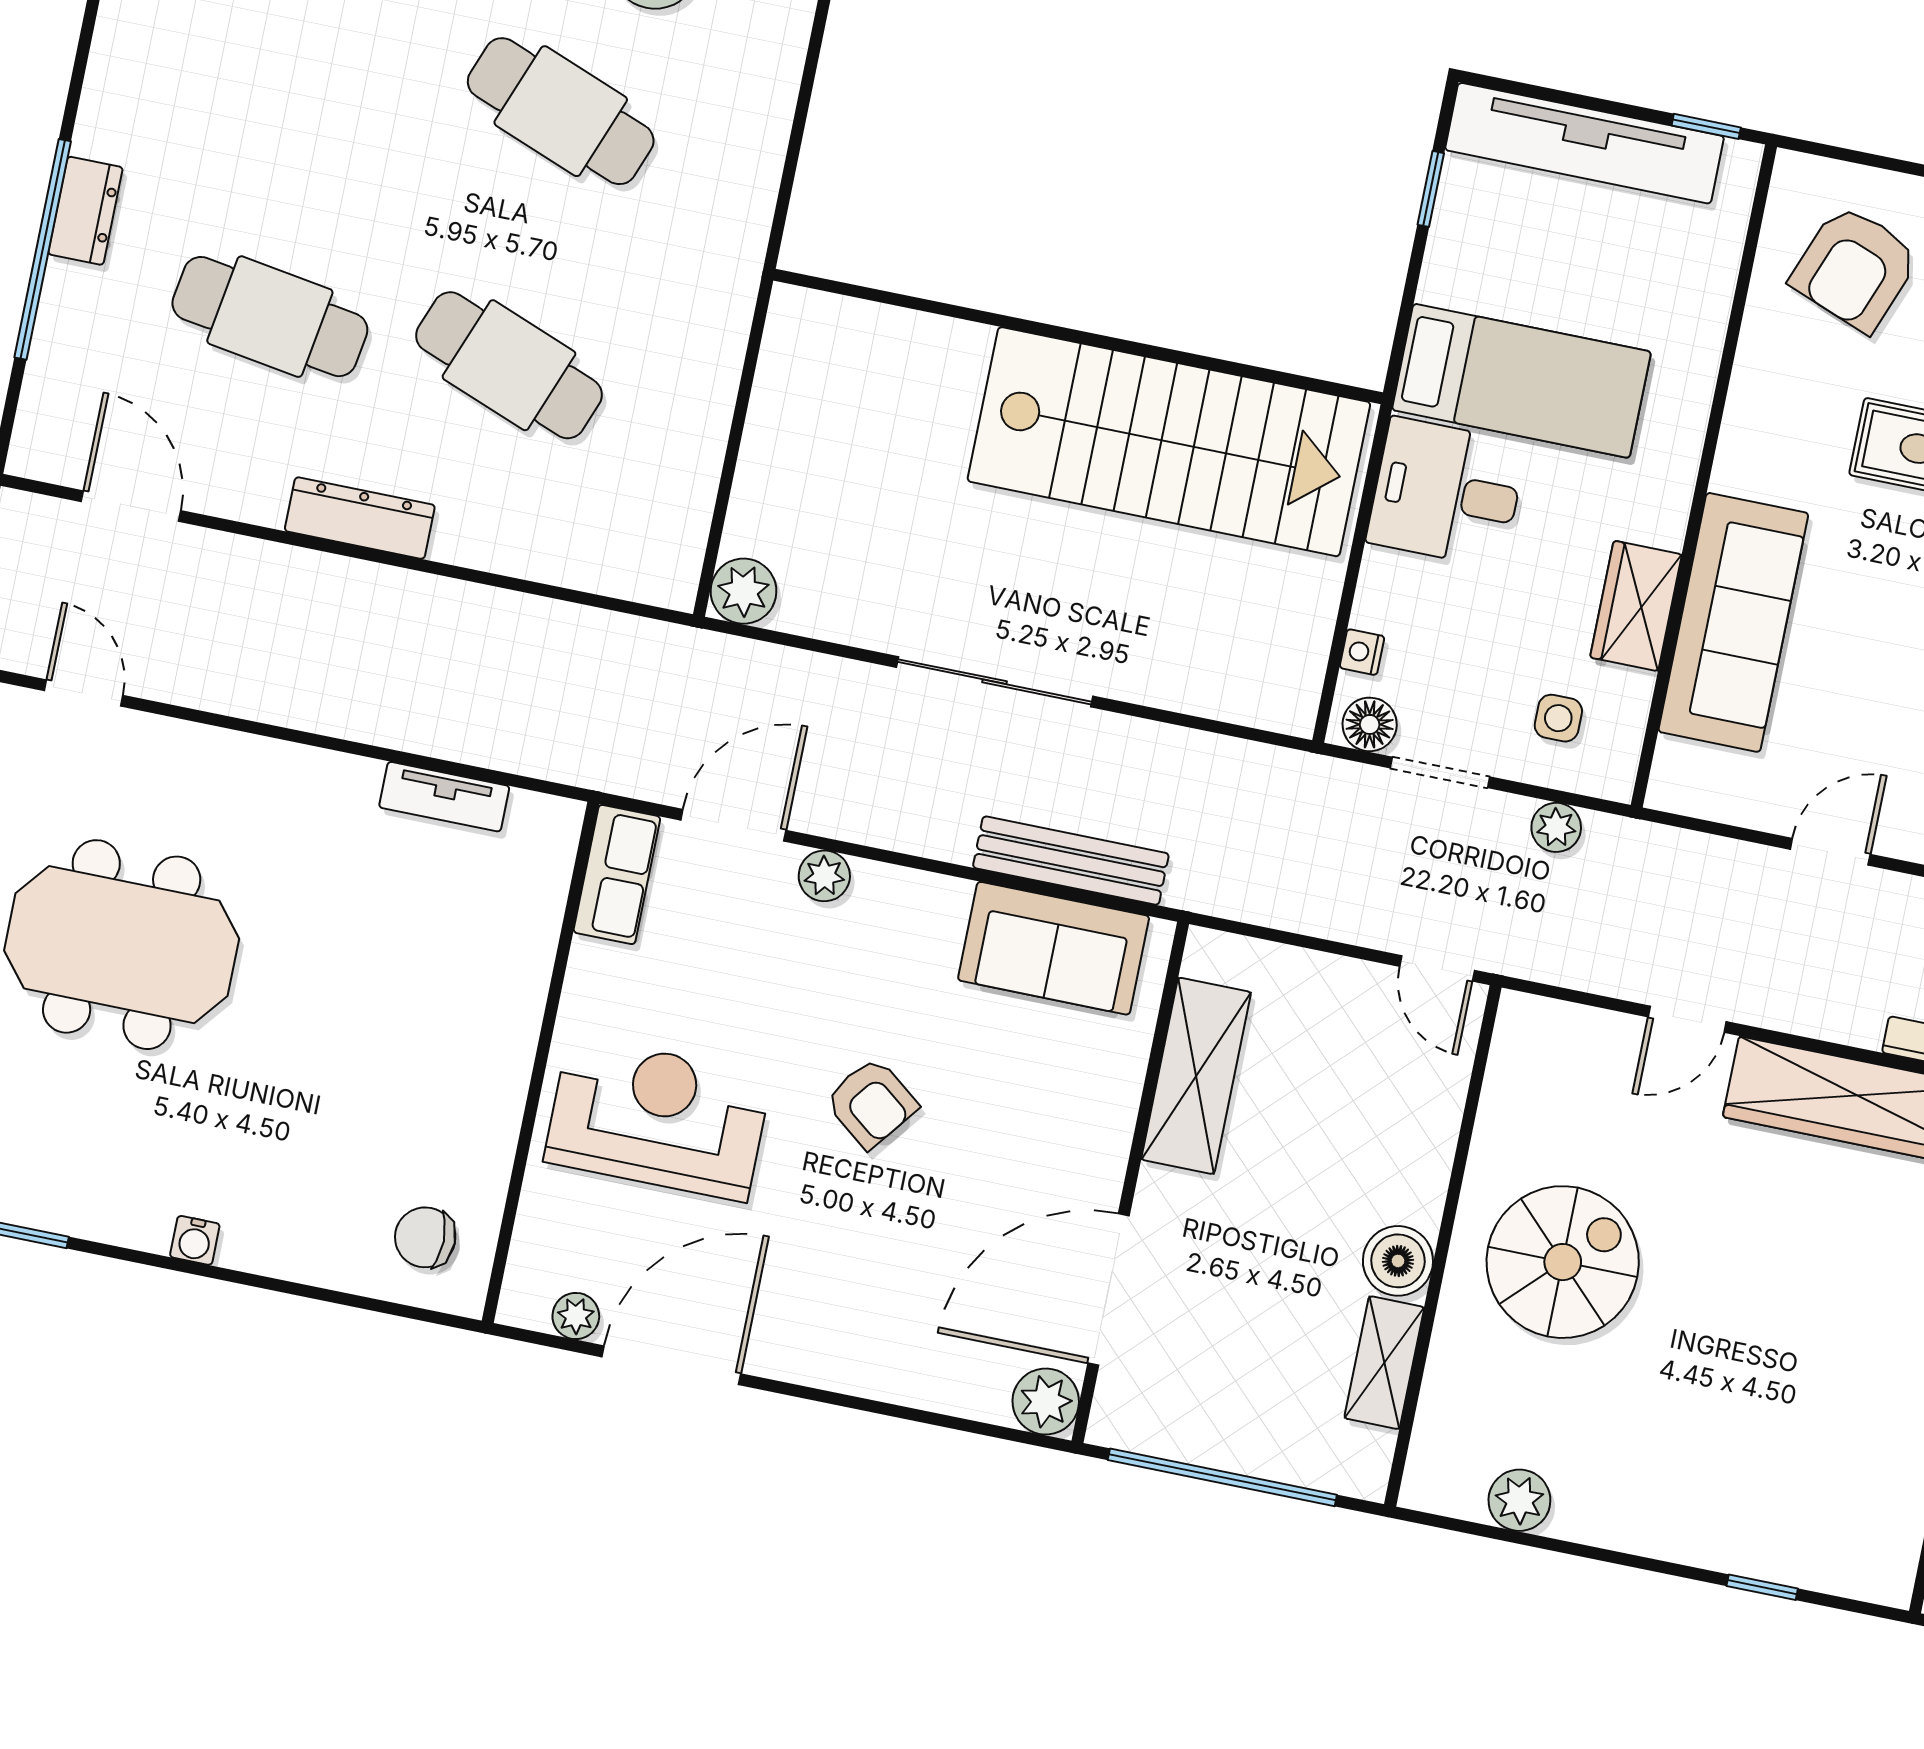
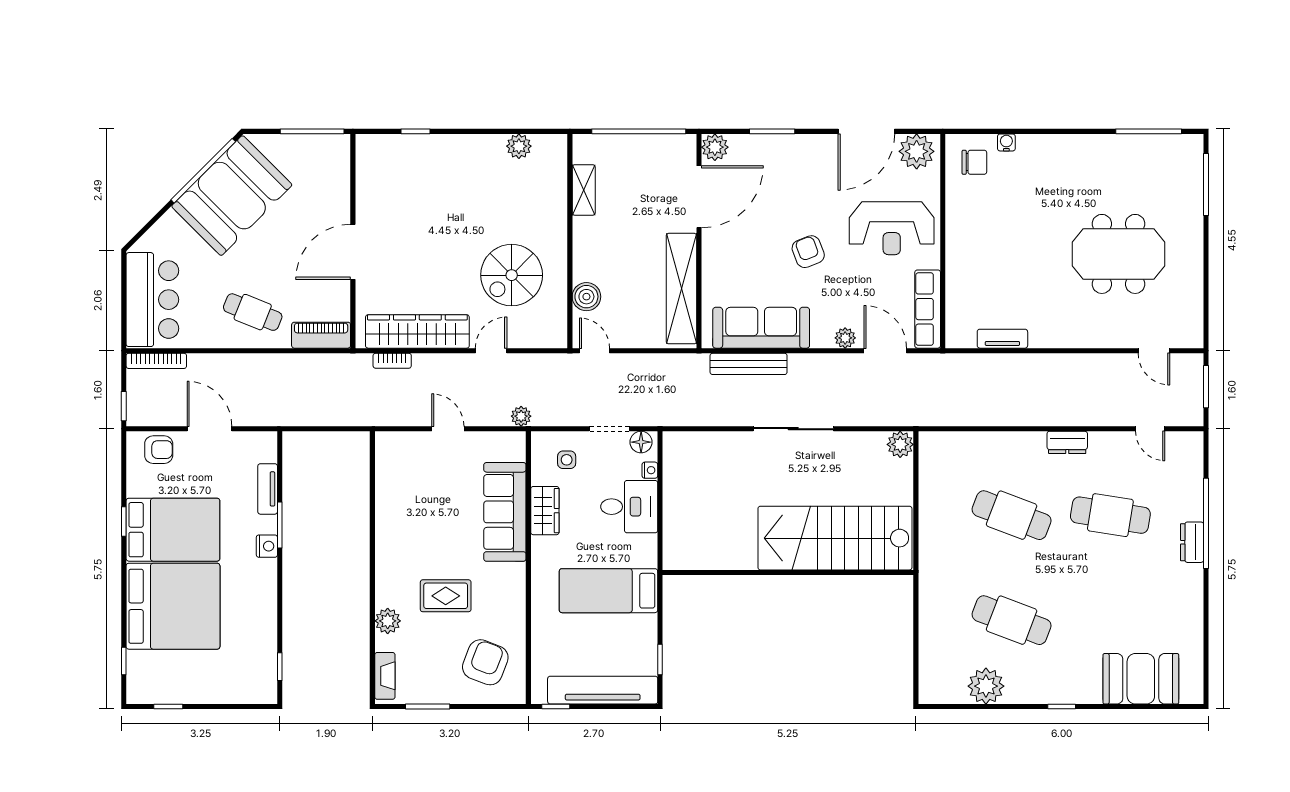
stairs: (1169, 442) -> (835, 538), moved
desk: (1447, 493) -> (629, 507), moved
door: (131, 506) -> (1150, 429), width x0.73
dresser: (360, 518) -> (1067, 442), width x0.70
door: (733, 825) -> (885, 351), swing flipped
plant: (1556, 827) -> (521, 416), moved
door: (1830, 852) -> (448, 429), swing flipped
row of seats: (617, 874) -> (928, 309), width x1.48
sofa: (1054, 948) -> (761, 328), width x1.36
shelving: (1196, 1076) -> (681, 289), width x1.47
armchair: (871, 1103) -> (808, 252), turned 31
water cooler: (195, 1240) -> (1006, 142), moved
boiler: (1398, 1261) -> (586, 297), moved
spiral stairs: (1563, 1262) -> (512, 275), moved
plant: (576, 1316) -> (917, 151), width x1.88, depth x1.88
window: (899, 1412) -> (772, 131), added

